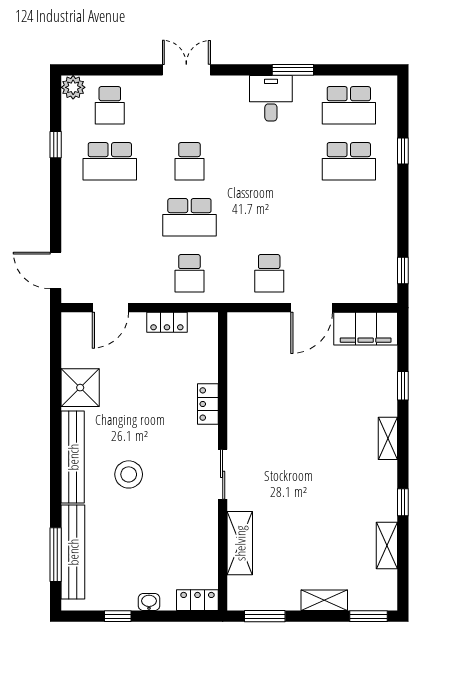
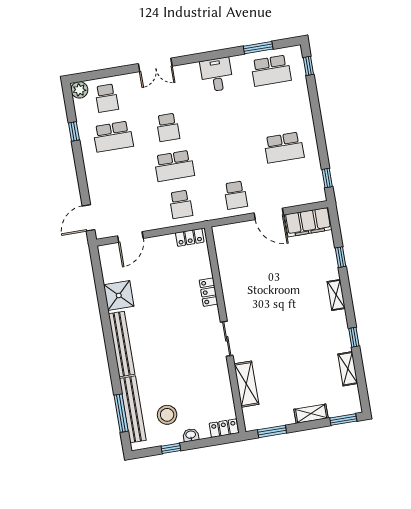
double door: (186, 70) -> (155, 65), swing flipped
window: (293, 70) -> (258, 48), moved
window: (403, 151) -> (308, 66), moved
school desk: (349, 161) -> (284, 148), moved
door: (56, 270) -> (88, 218), hinge flipped
door: (312, 308) -> (269, 214), hinge flipped
locker: (167, 322) -> (190, 237), moved
stool: (129, 474) -> (167, 415), moved

